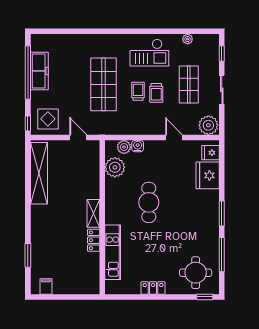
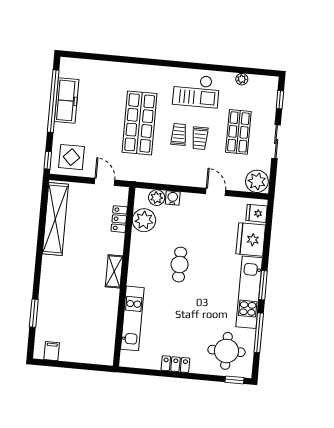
cafe table: (149, 202) -> (180, 265), width x0.73, depth x0.74
kitchen unit: (210, 221) -> (249, 292), added
locker: (94, 240) -> (119, 219), moved

